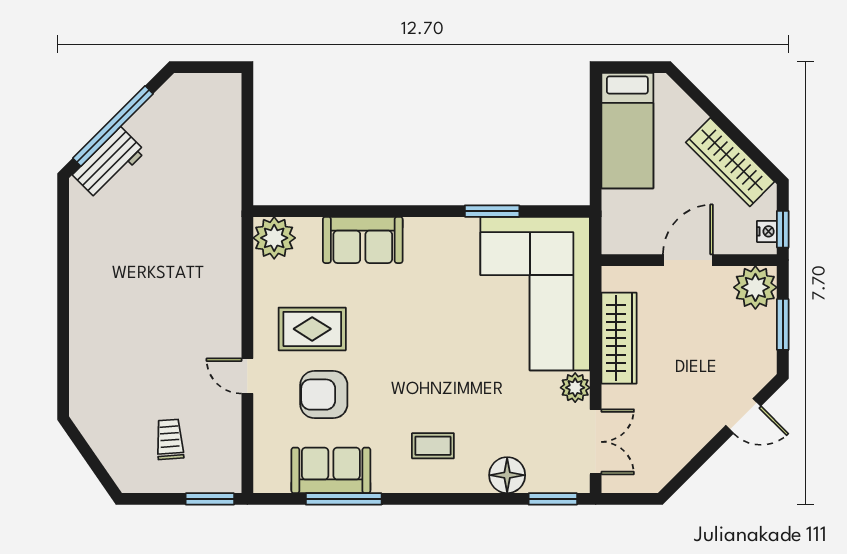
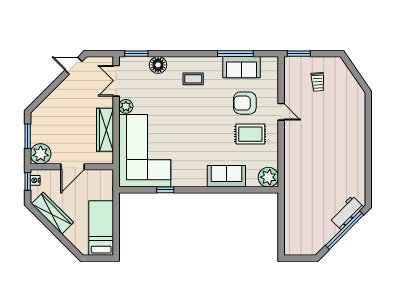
window: (492, 211) -> (165, 190), width x0.67
armchair: (324, 395) -> (245, 103), turned 180
door: (743, 416) -> (73, 66), moved

